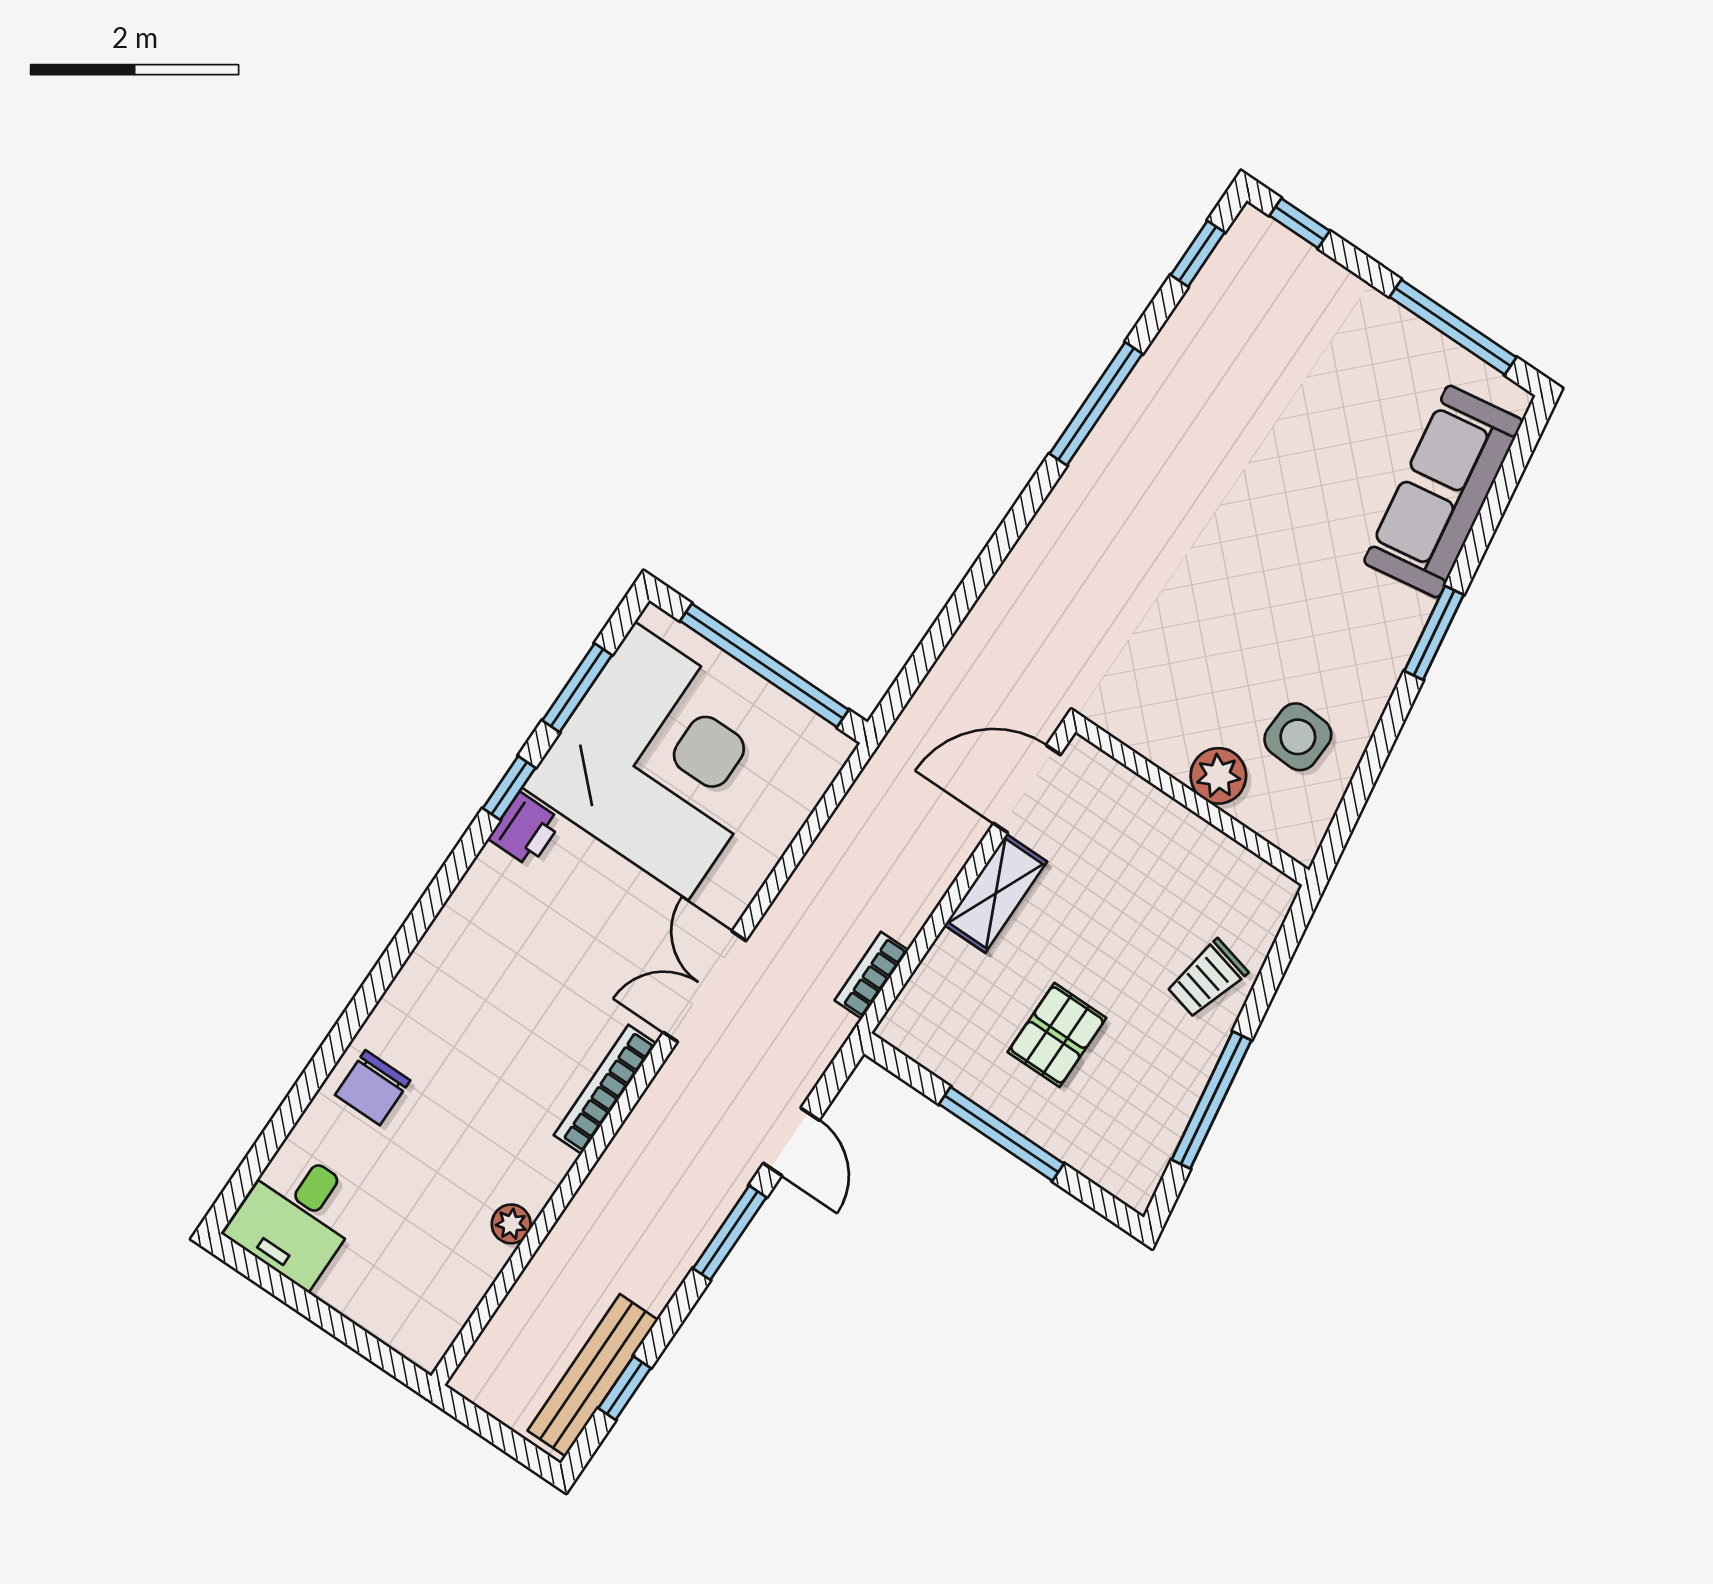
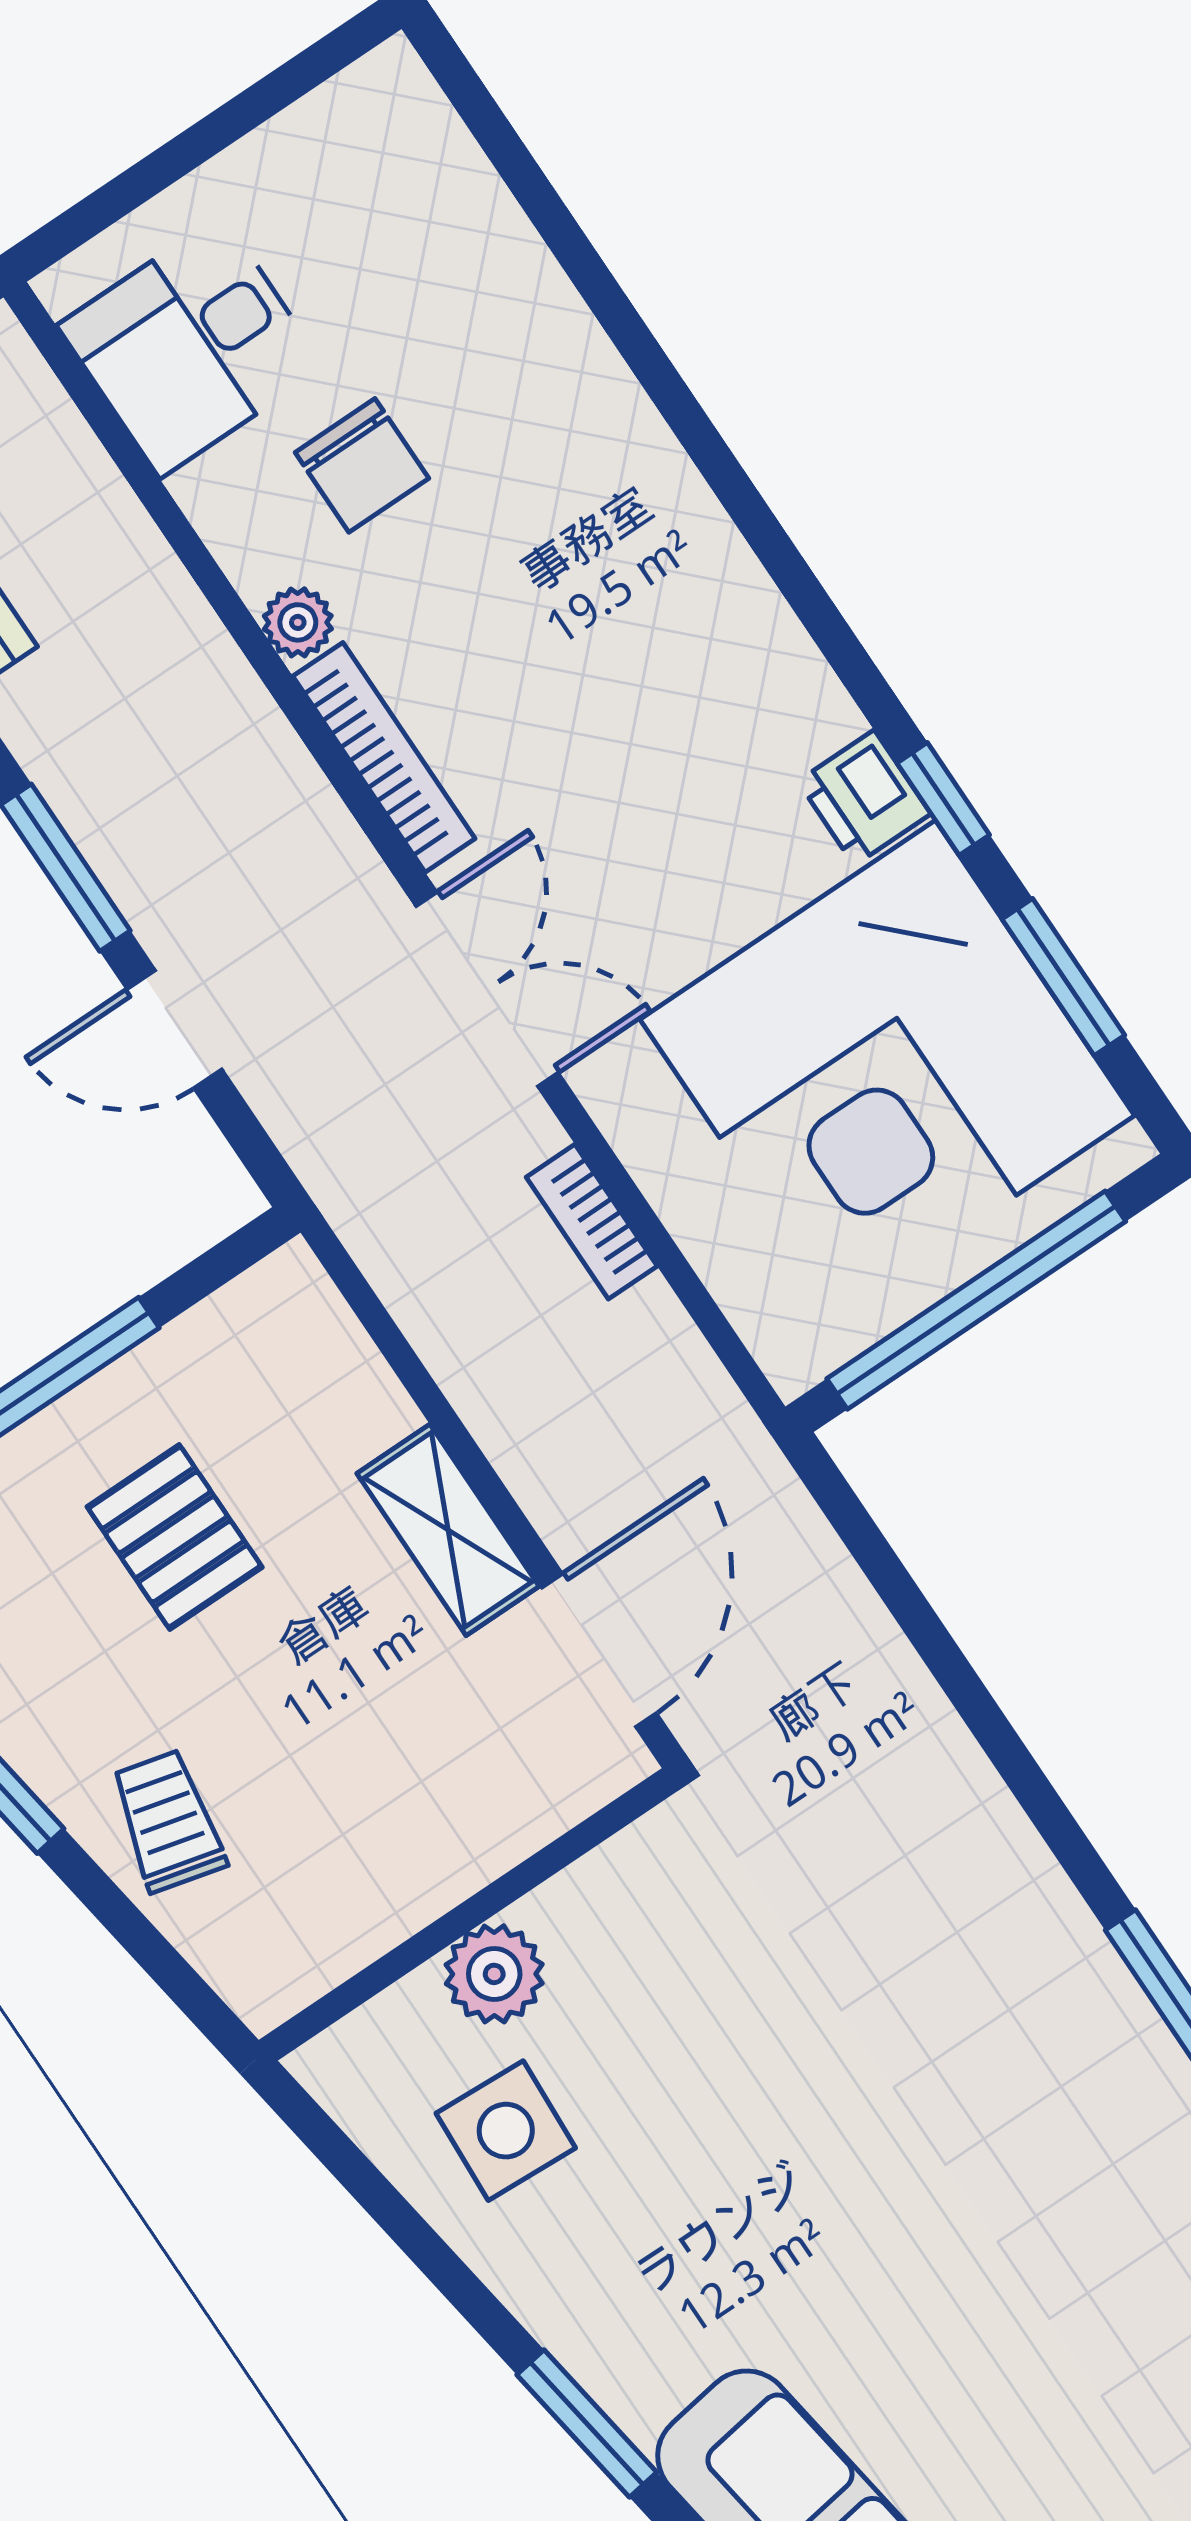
bookcase: (871, 975) -> (592, 1222), moved, turned 180
chair: (373, 1088) -> (362, 465), moved, turned 180
desk: (297, 1217) -> (191, 346), moved, turned -90
plant: (511, 1224) -> (298, 622), moved

